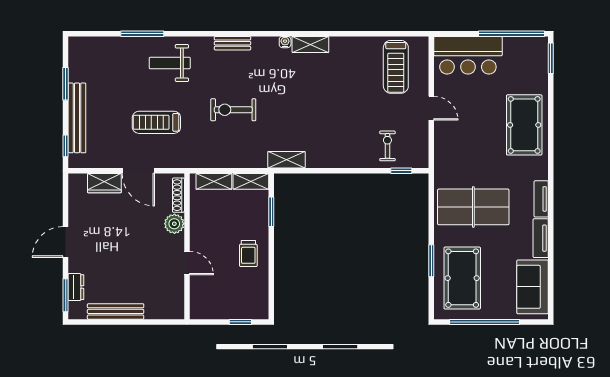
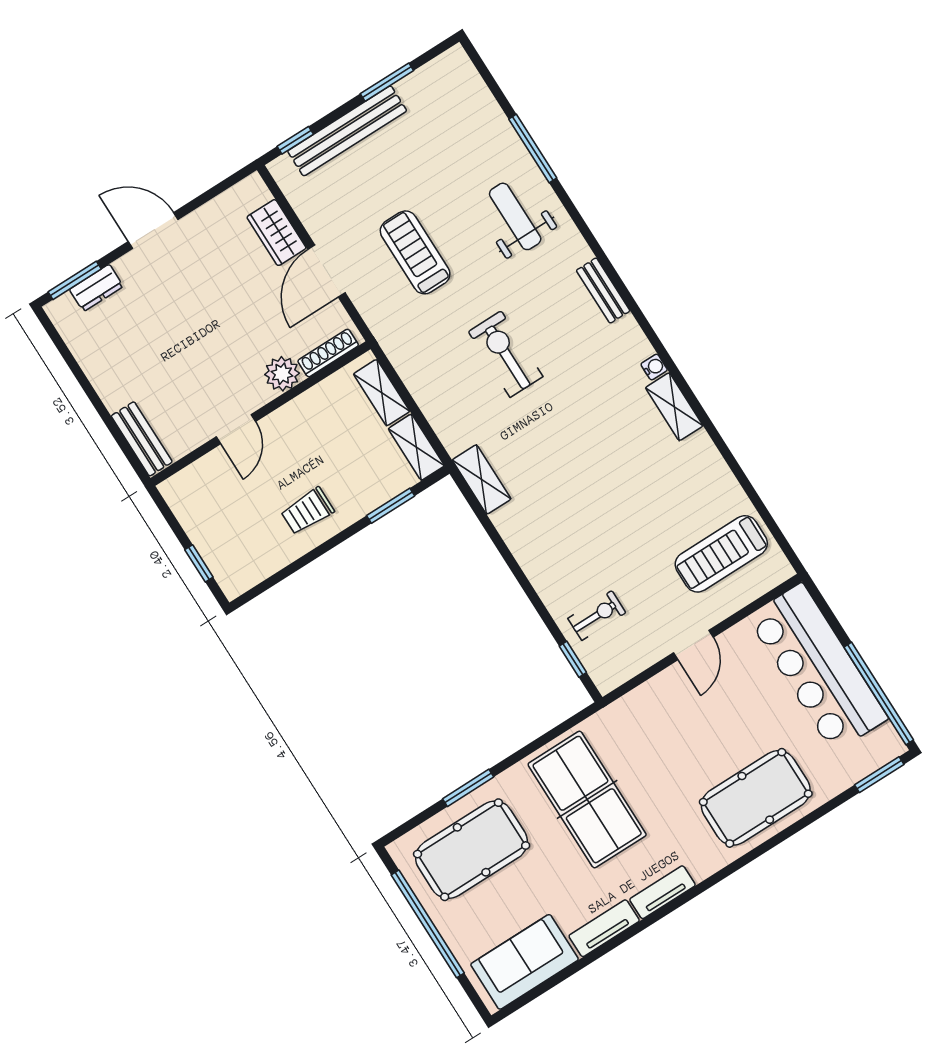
bar counter: (468, 55) -> (818, 668), width x1.36
bench: (116, 311) -> (142, 439), moved, width x0.73

